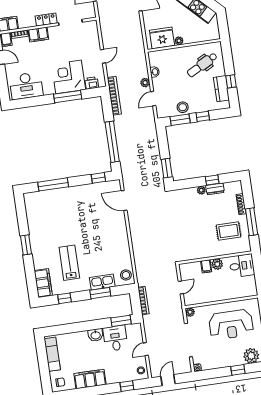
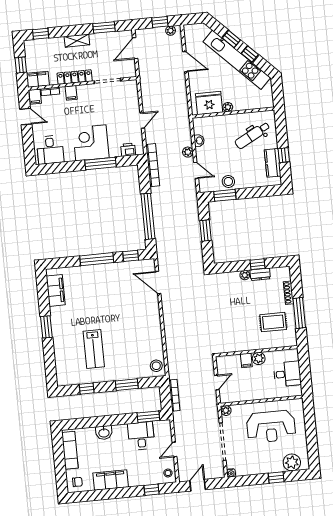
locker: (46, 20) -> (75, 77), width x1.53
filing cabinet: (38, 35) -> (71, 93), width x0.50
corner desk: (69, 77) -> (91, 143), moved
desk: (26, 86) -> (50, 150), width x0.73
door: (153, 99) -> (196, 170), swing flipped
window: (203, 116) -> (250, 193), removed
window: (167, 168) -> (206, 230), moved
window: (53, 184) -> (97, 259), moved
lab bench: (69, 263) -> (94, 349), turned 180
desk: (242, 266) -> (287, 374), moved
kitchen sink: (102, 282) -> (129, 372), removed
filing cabinet: (43, 283) -> (56, 290), moved
washbasin: (96, 335) -> (104, 433), moved

